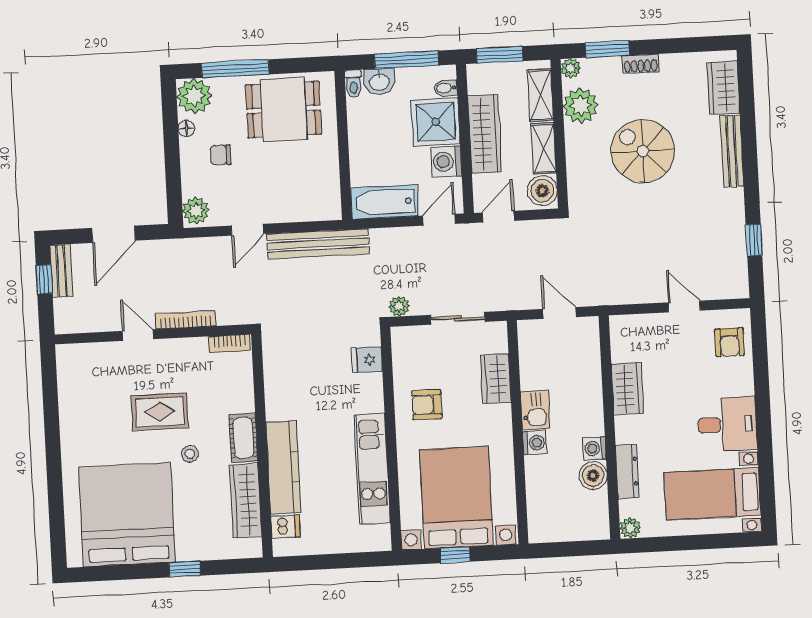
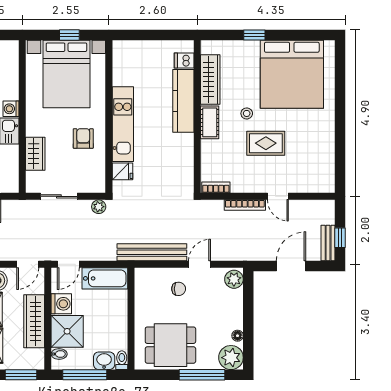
chair: (221, 155) -> (179, 289), moved
armchair: (427, 405) -> (83, 138), turned -90
kitchen unit: (372, 469) -> (123, 124), moved

